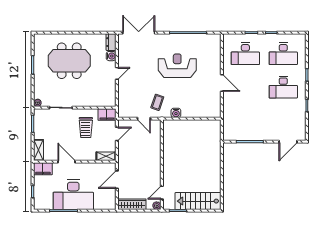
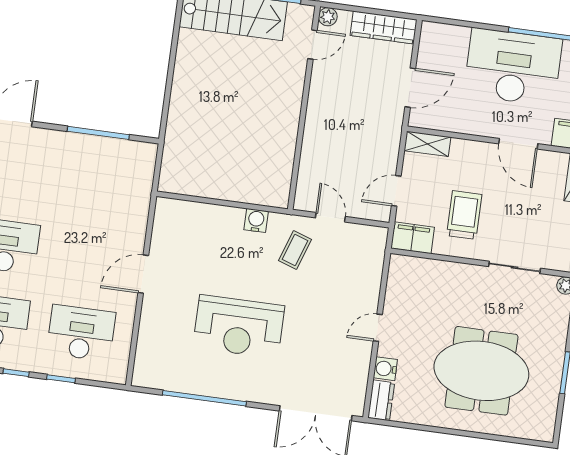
door: (222, 83) -> (143, 274), hinge flipped

